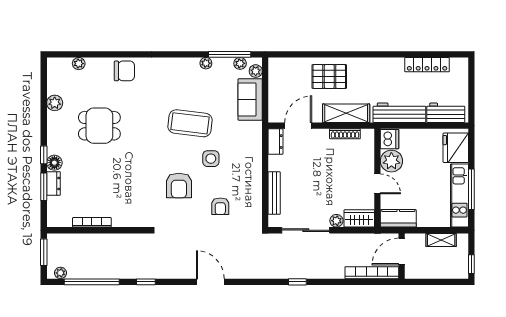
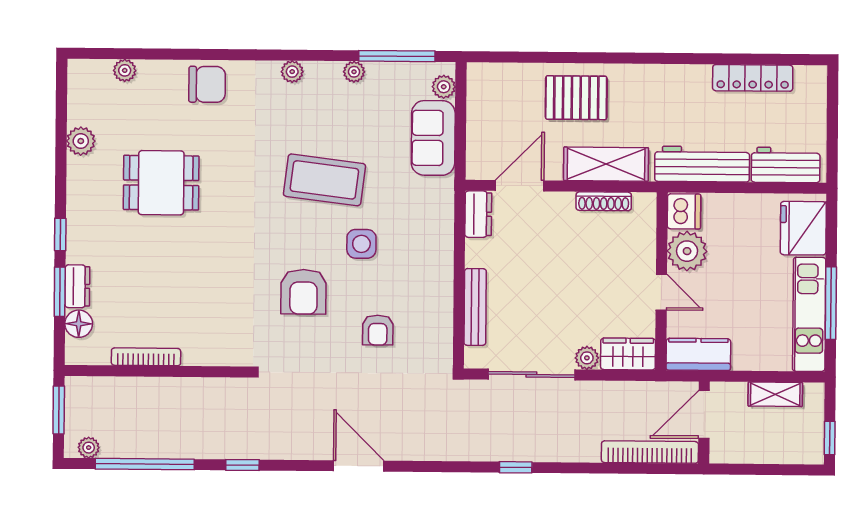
plant: (240, 63) -> (292, 72), moved
floor lamp: (54, 163) -> (79, 324), moved

